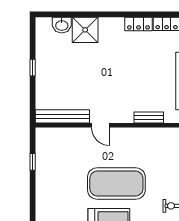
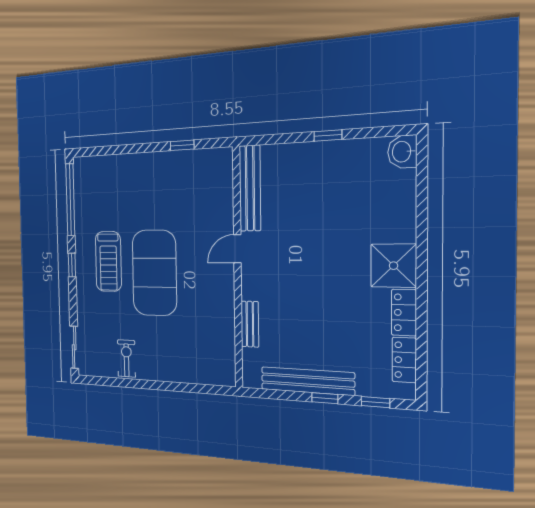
washbasin: (62, 25) -> (402, 152), moved
shower: (85, 30) -> (394, 266), moved

